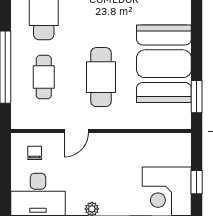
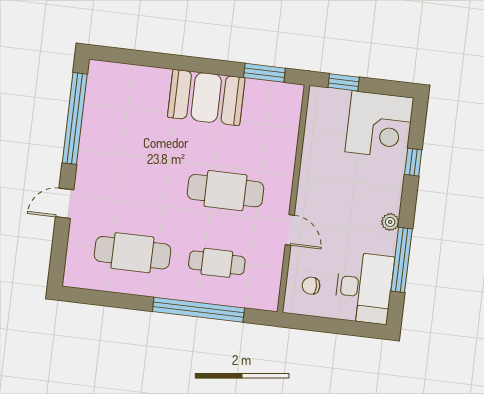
booth: (164, 64) -> (206, 97), width x0.73, depth x0.70
window: (197, 182) -> (344, 82), moved

